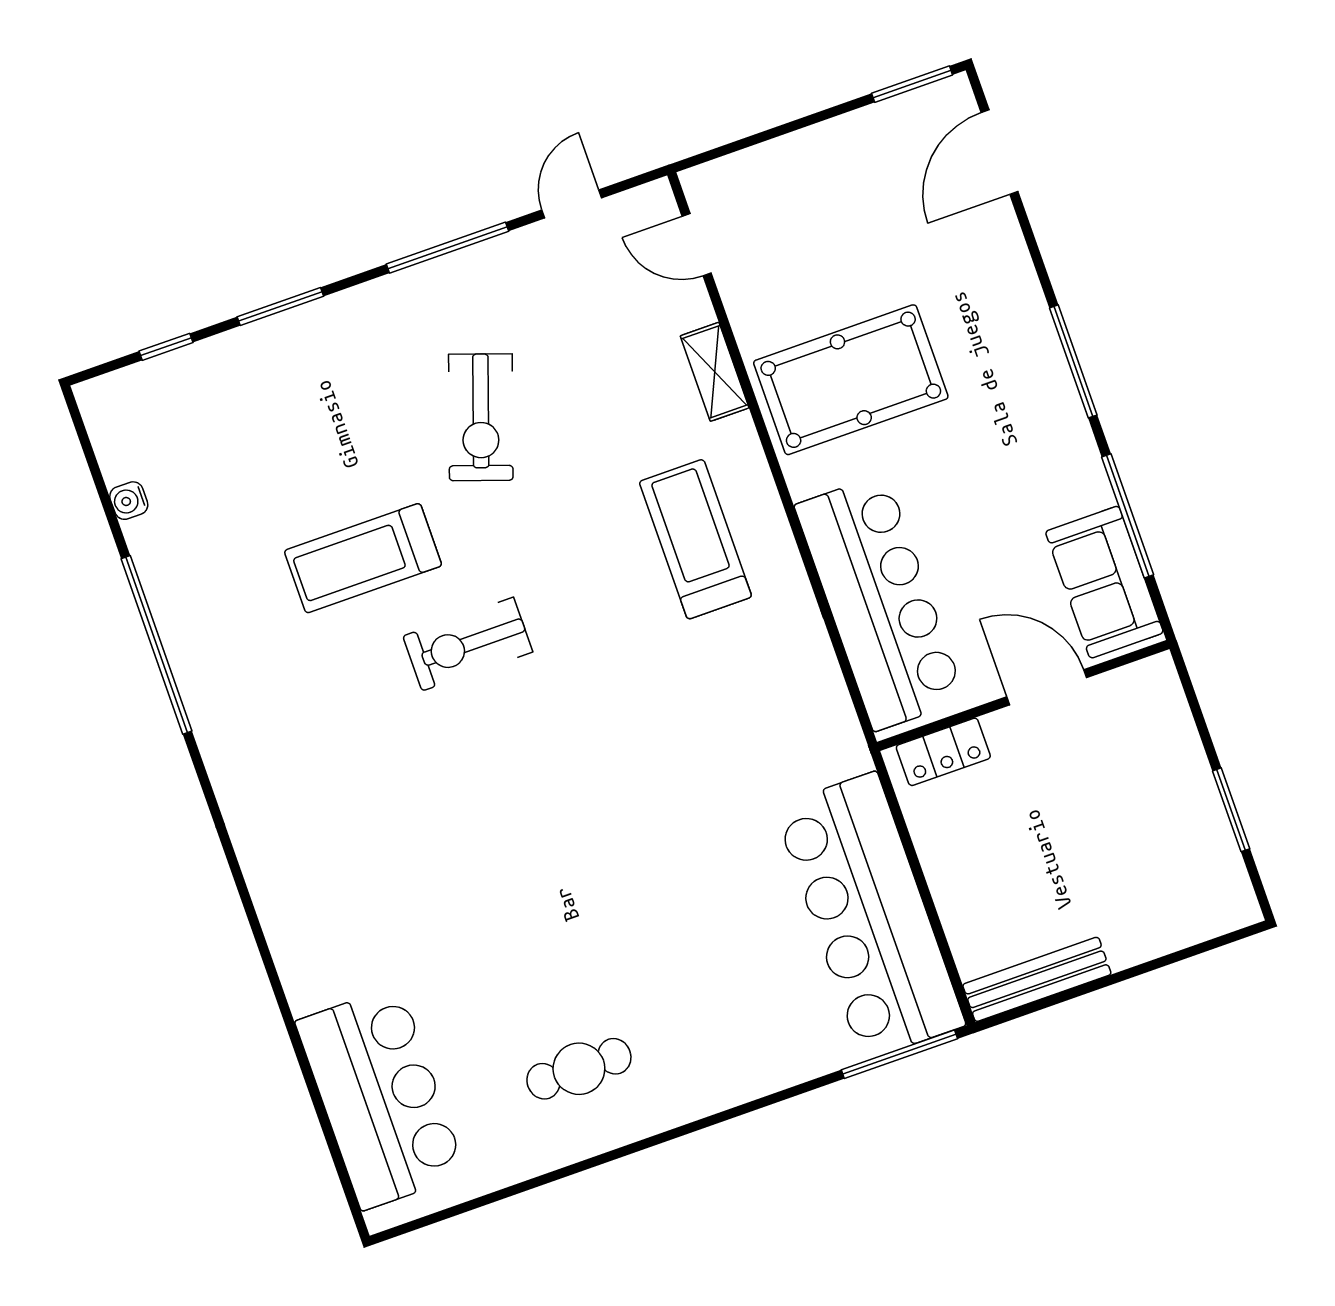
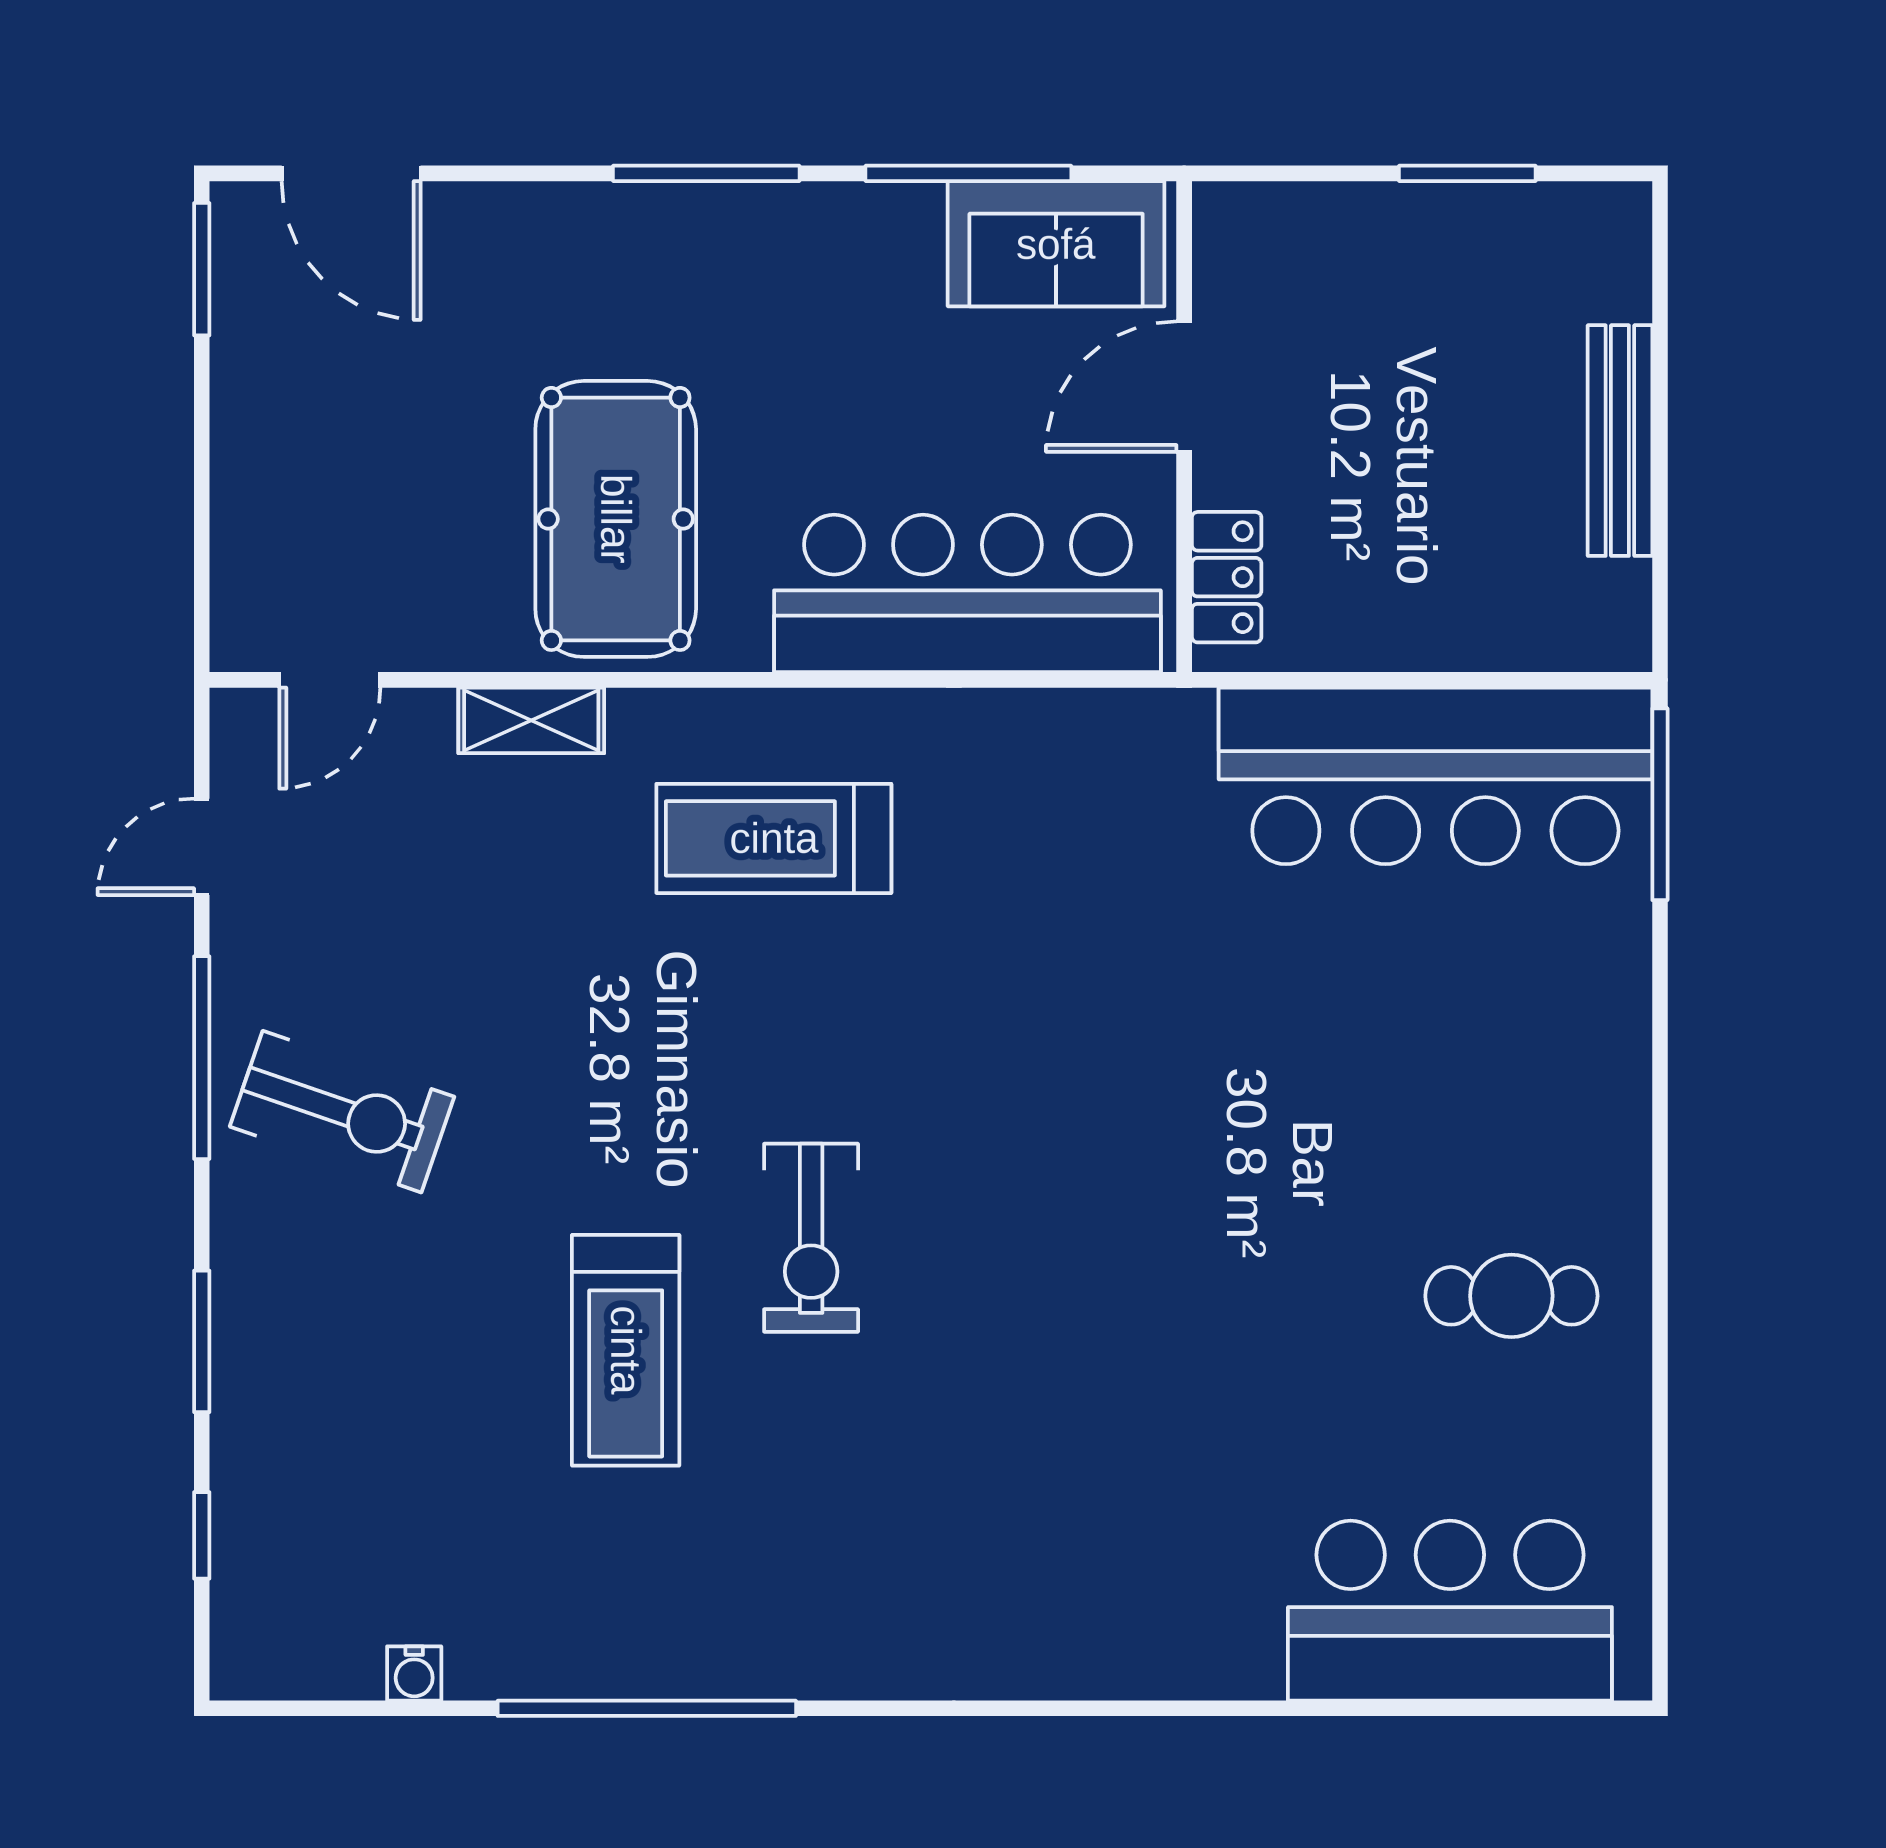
door: (572, 204) -> (202, 847), hinge flipped
exercise bike: (481, 417) -> (342, 1112), moved
bench: (1037, 979) -> (1620, 441), moved
cafe table: (579, 1069) -> (1511, 1296), turned 90

